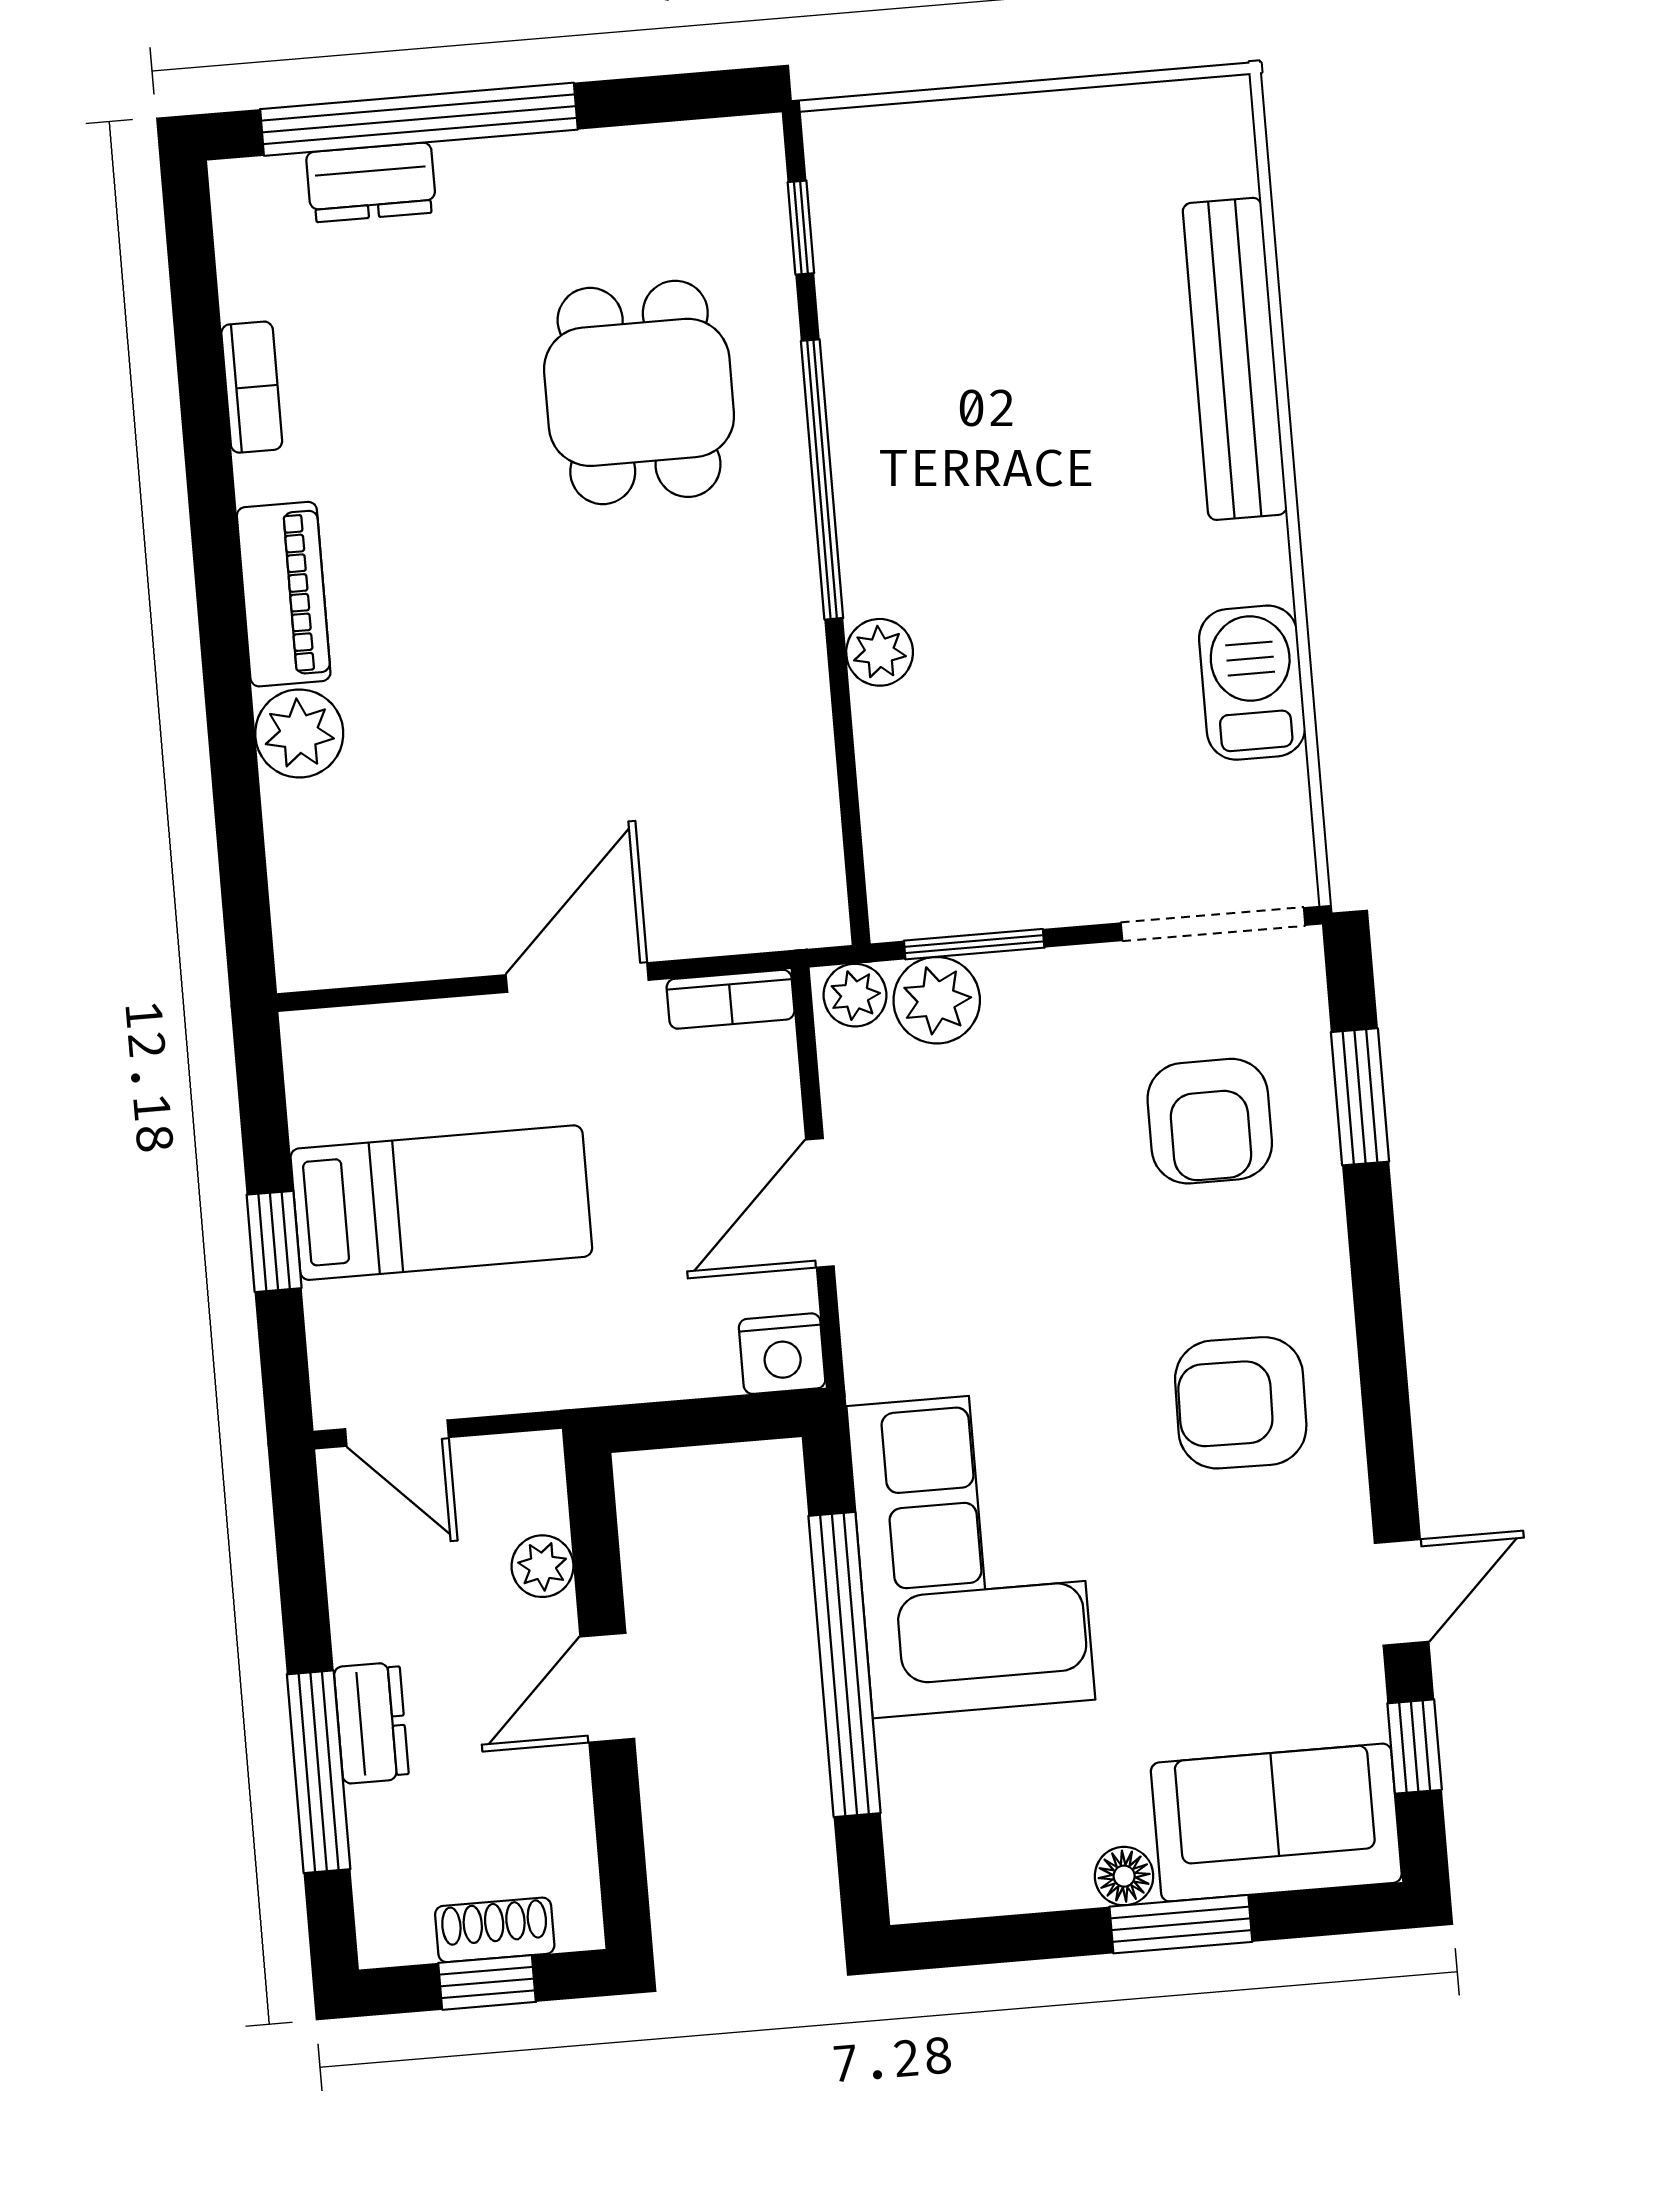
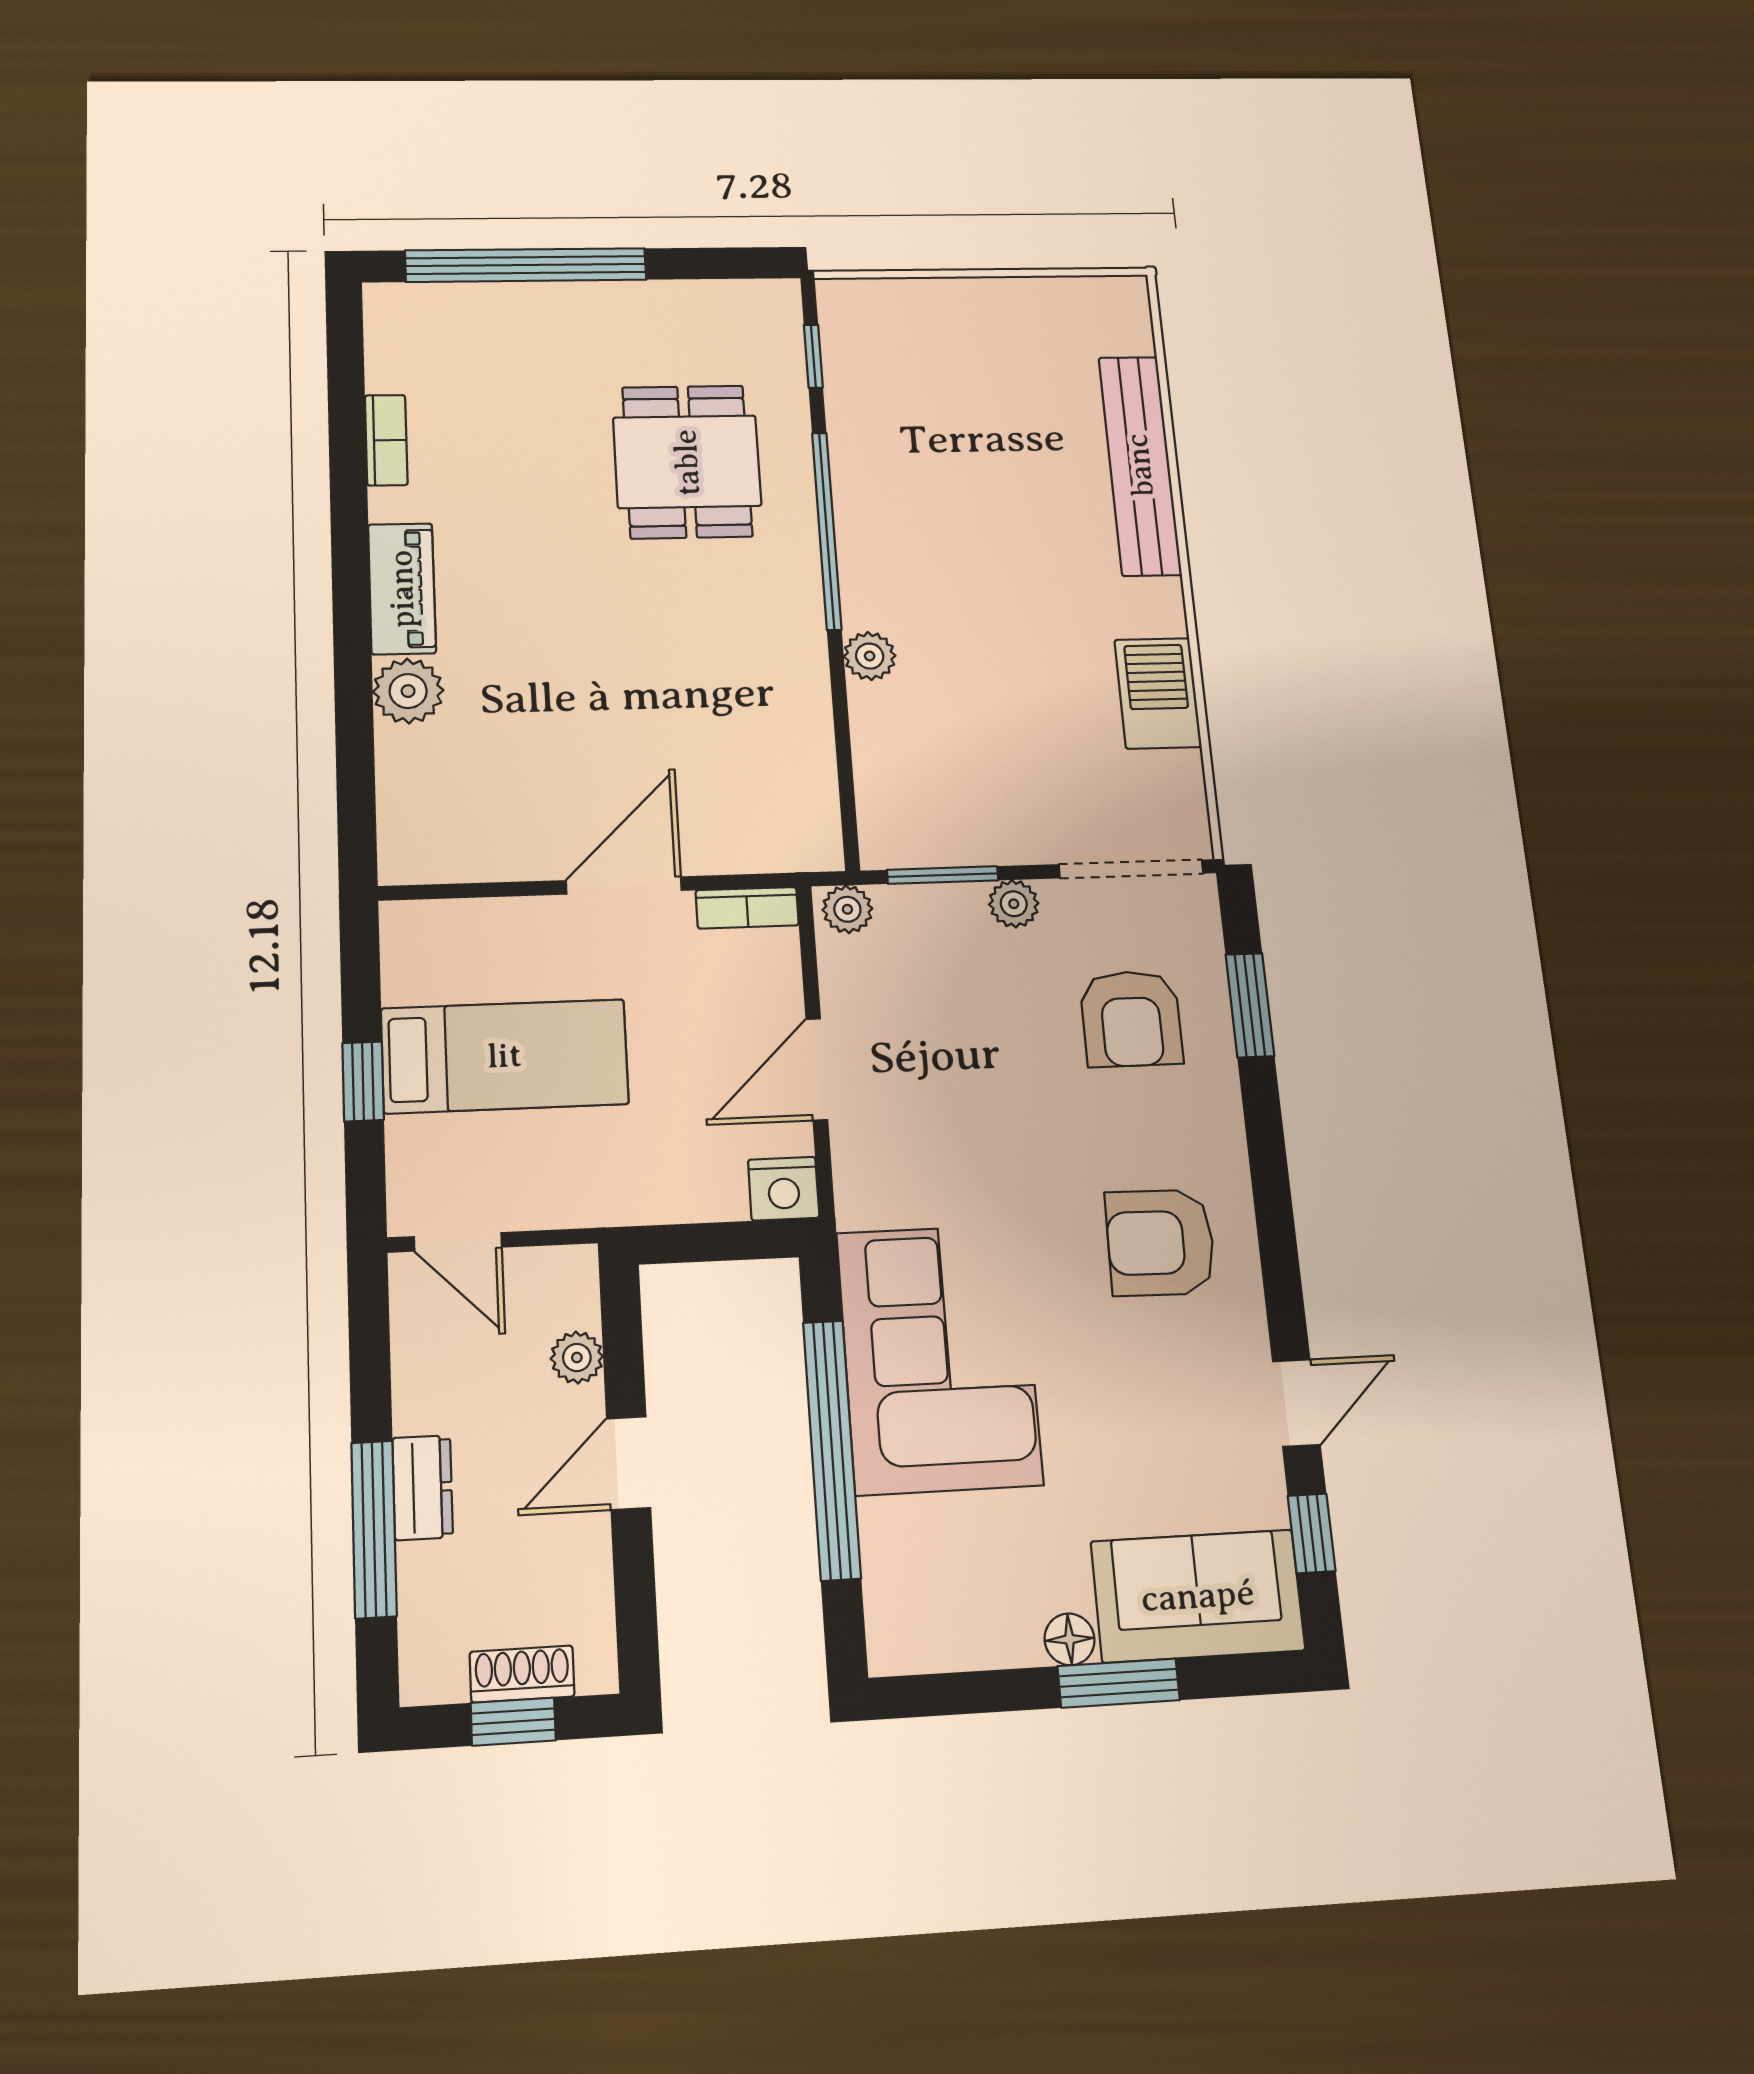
dresser: (371, 182) -> (487, 305), removed
plant: (937, 1000) -> (1014, 904), moved, width x0.73, depth x0.73

